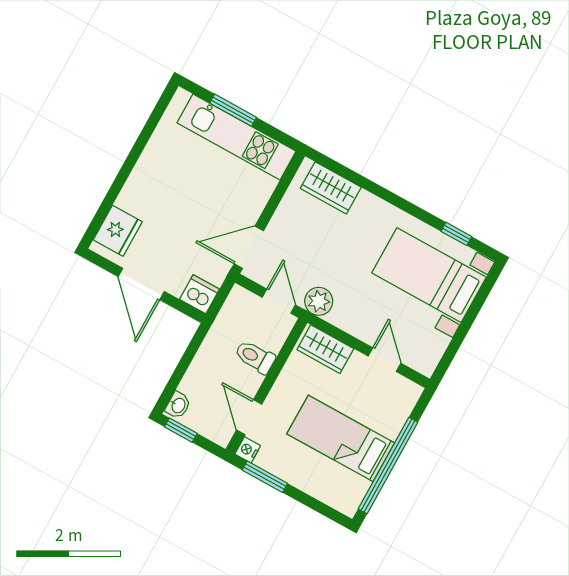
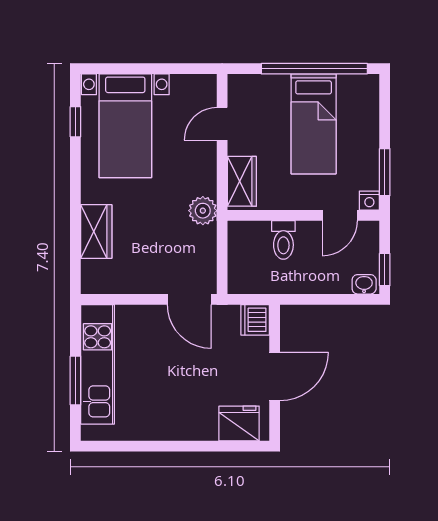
wardrobe: (331, 188) -> (96, 231), moved
door: (279, 301) -> (222, 246), removed

